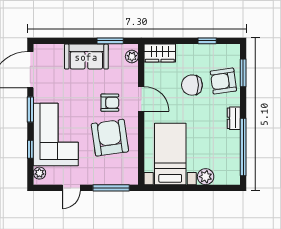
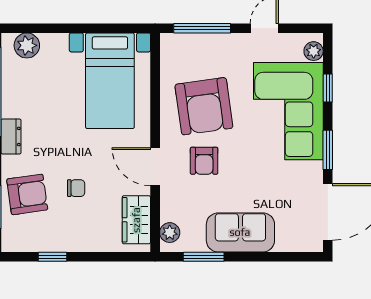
wardrobe: (160, 53) -> (136, 220), moved, turned -90
chair: (192, 85) -> (76, 188), width x0.54, depth x0.54
armchair: (110, 103) -> (204, 161), turned -90
plant: (206, 177) -> (27, 45), moved

